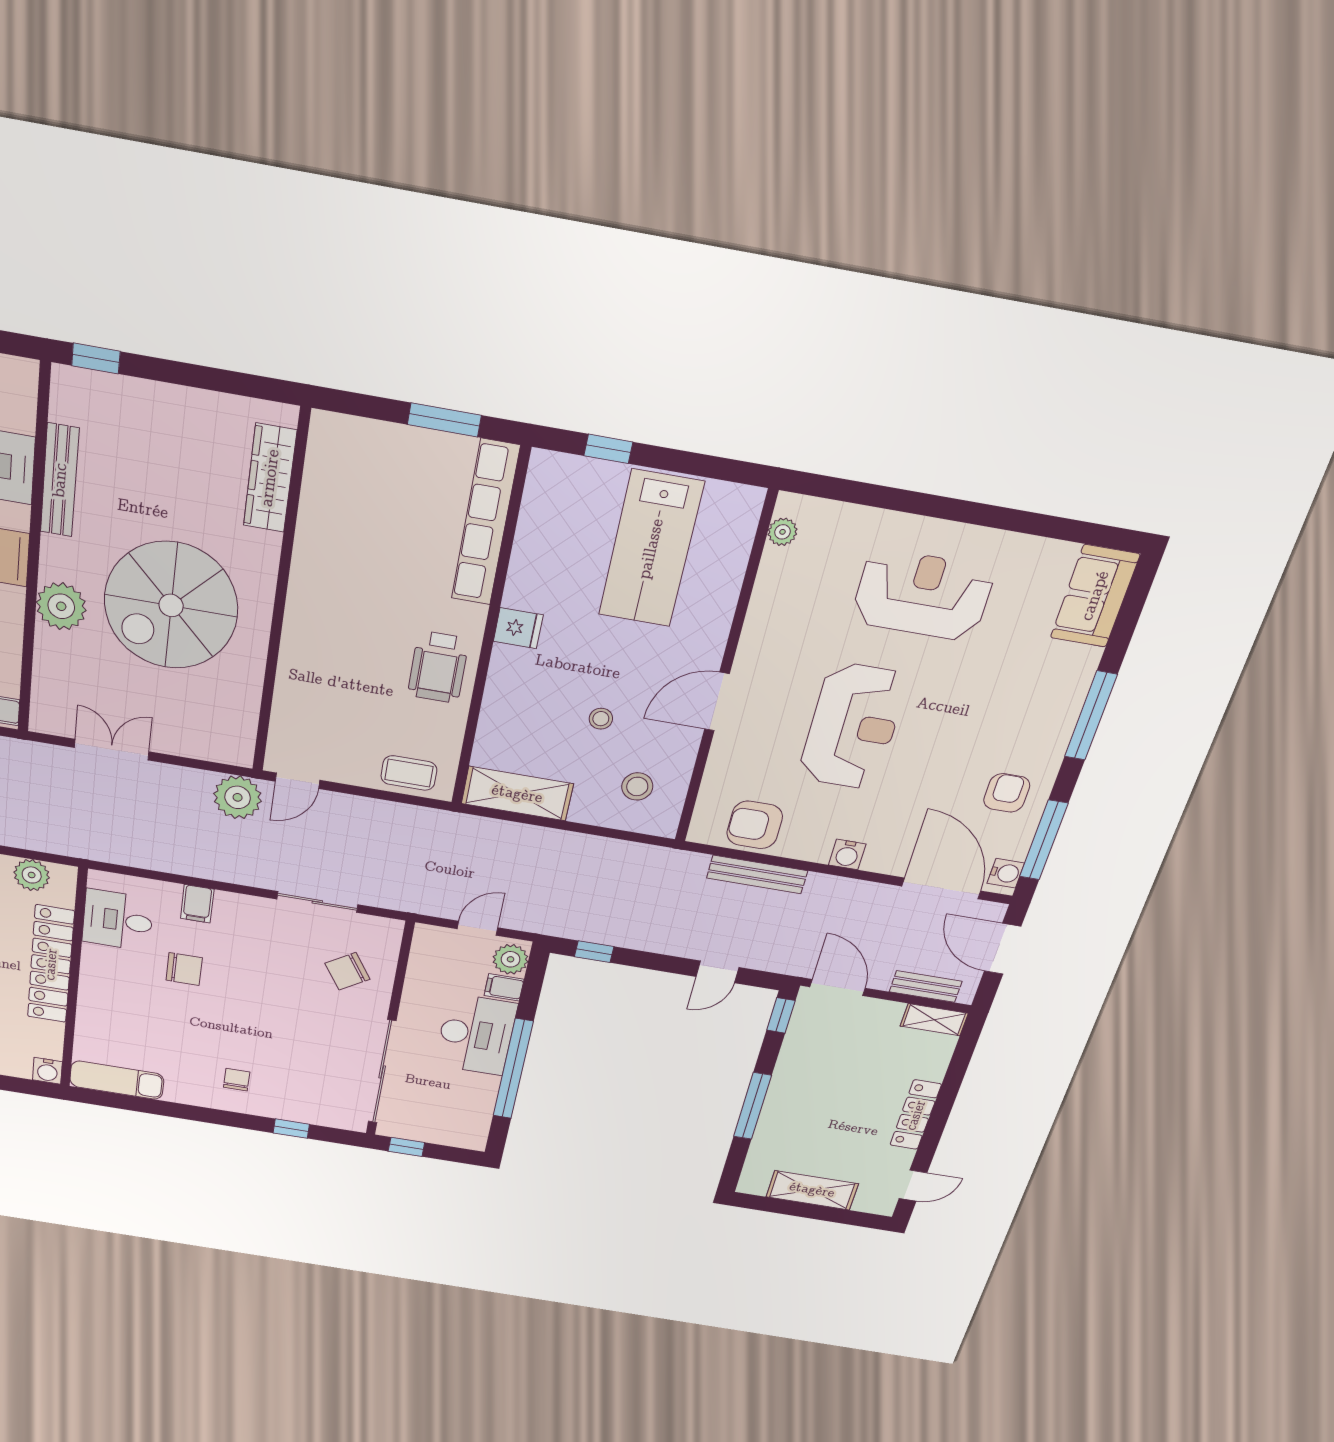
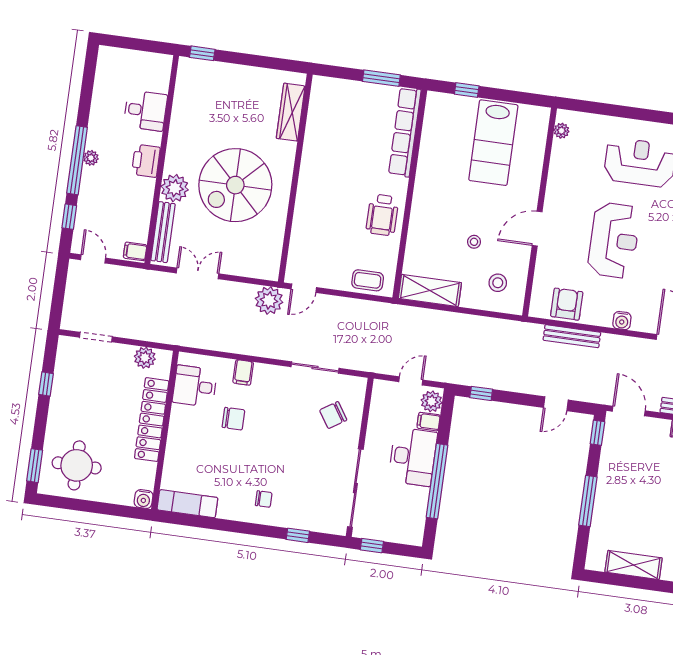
bench: (60, 480) -> (163, 232), moved
fridge: (518, 628) -> (425, 190), removed
armchair: (755, 825) -> (567, 304), turned 90
chair: (237, 1080) -> (264, 499), turned 90

